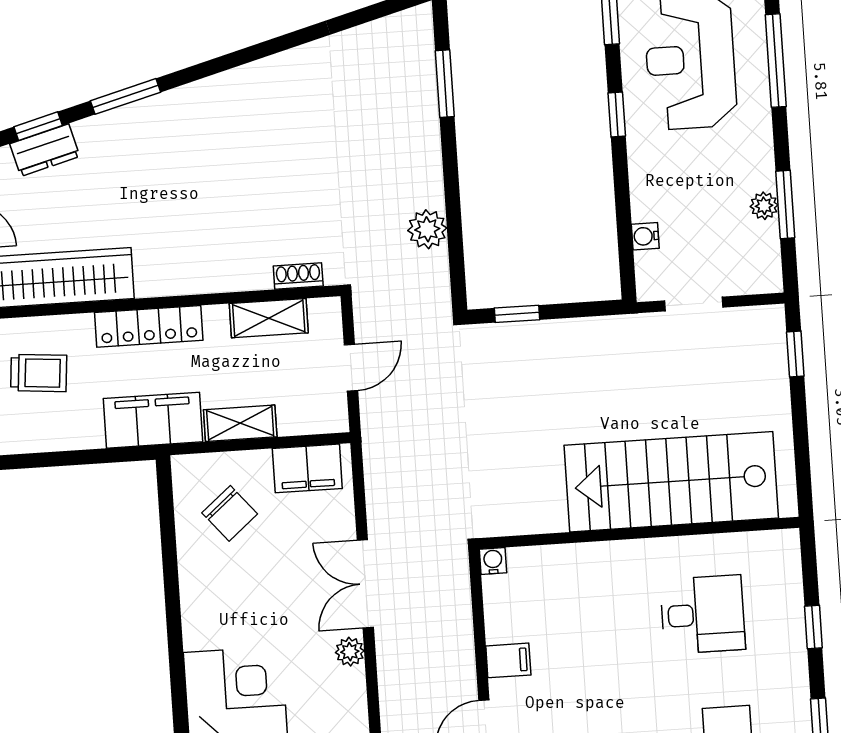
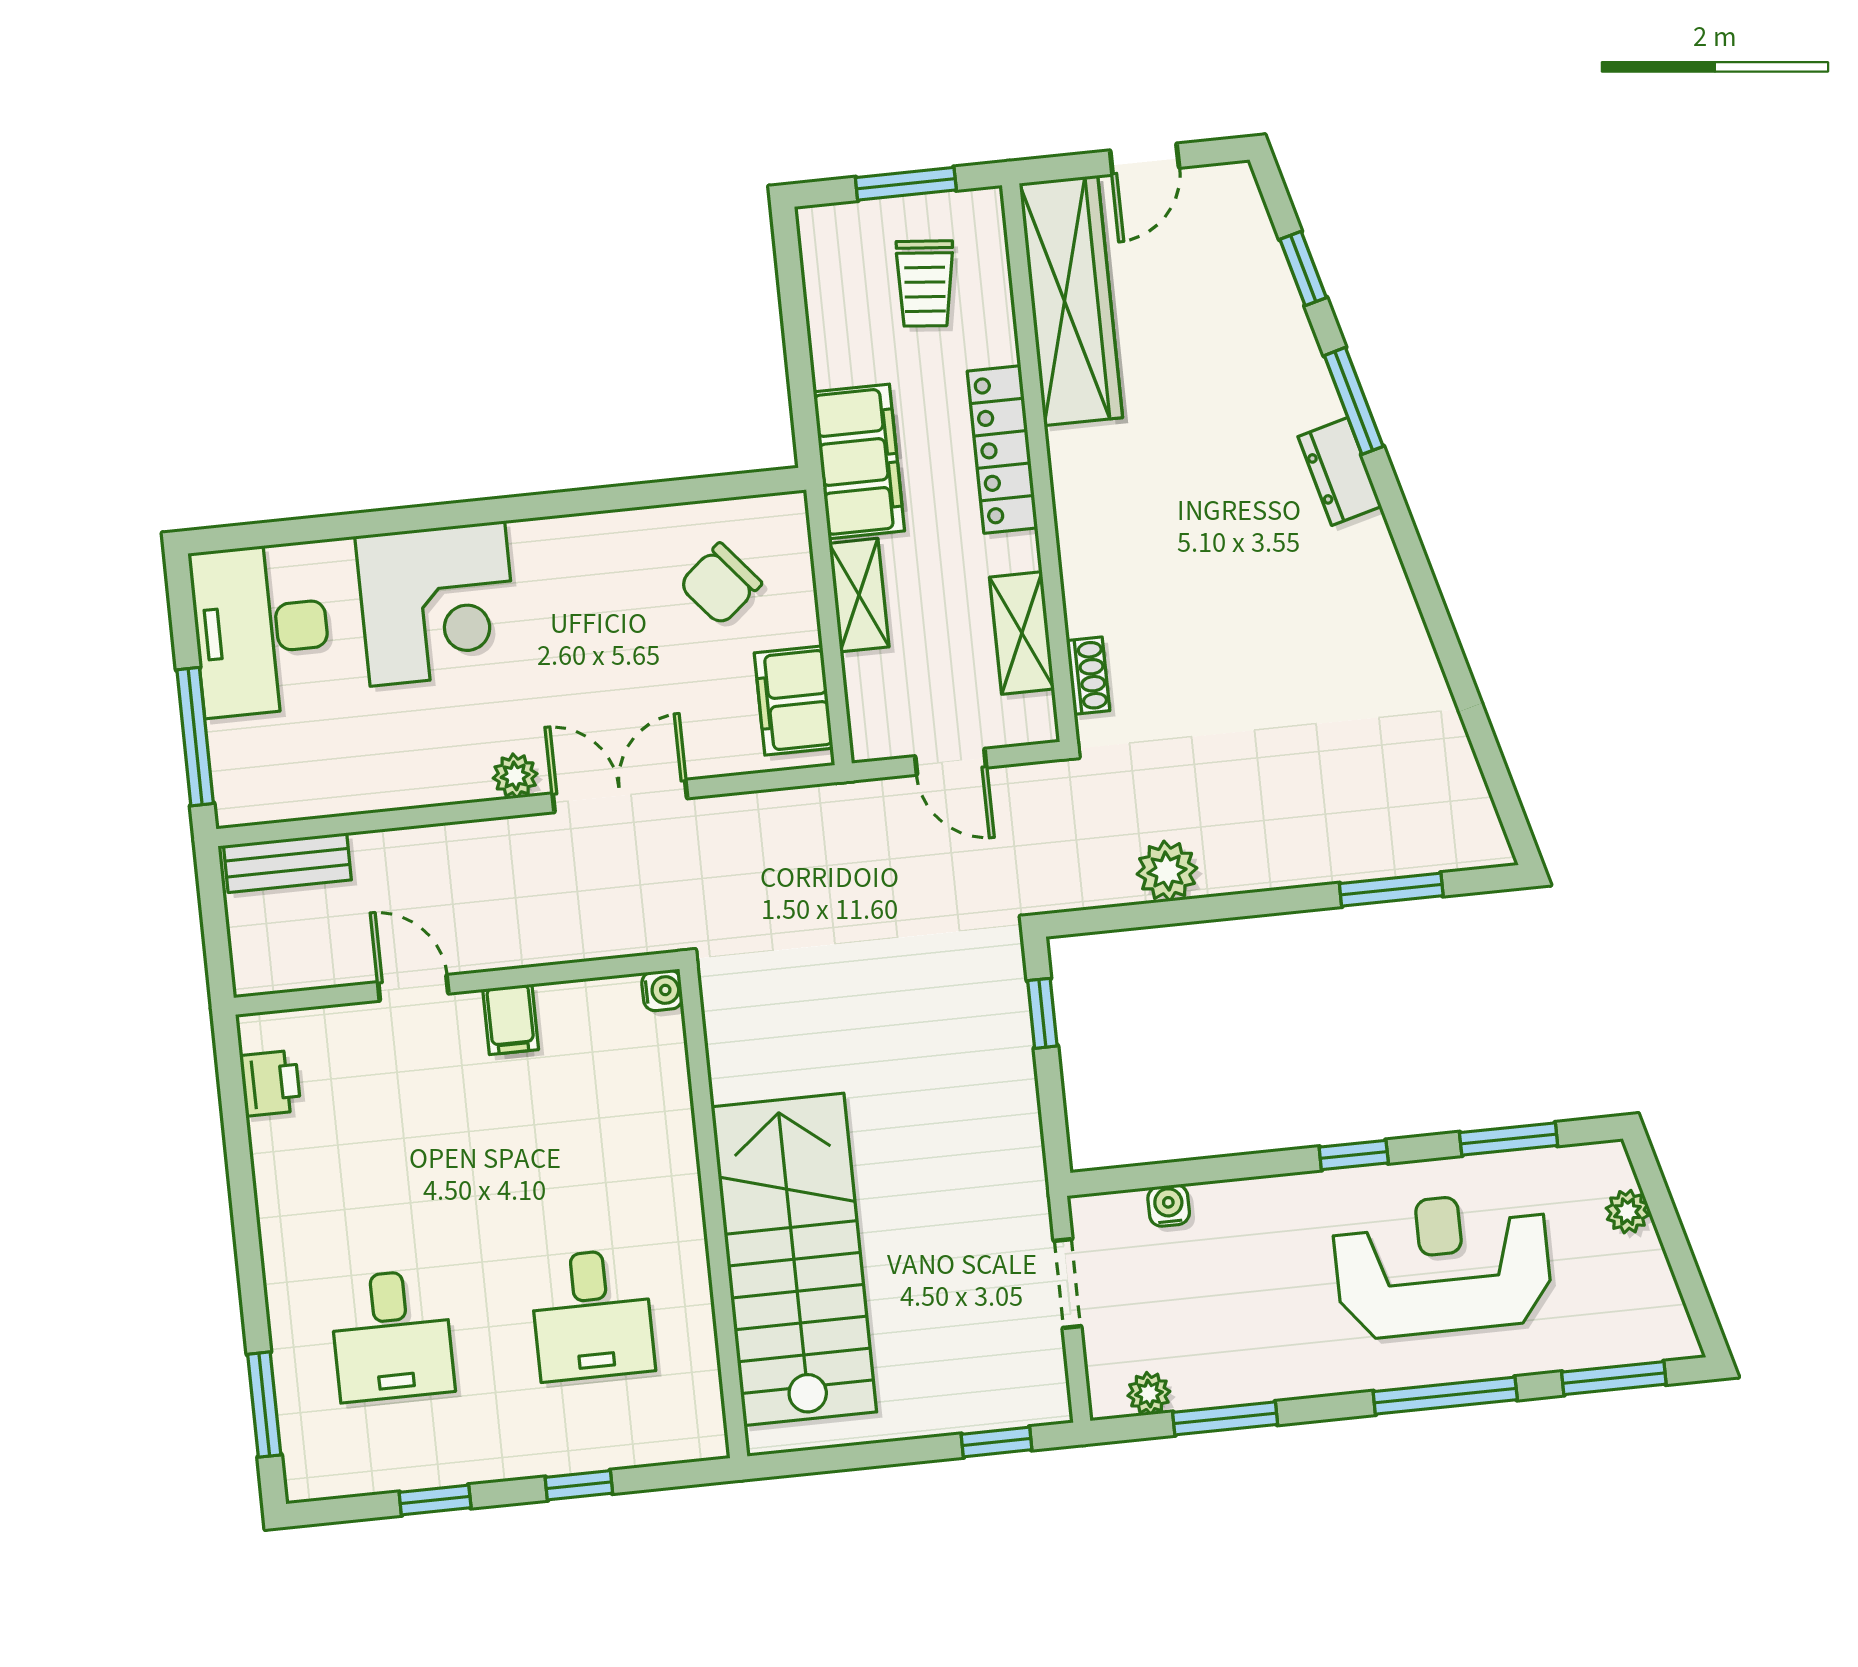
dresser: (45, 150) -> (1340, 471), moved
plant: (764, 206) -> (1149, 1393), moved

